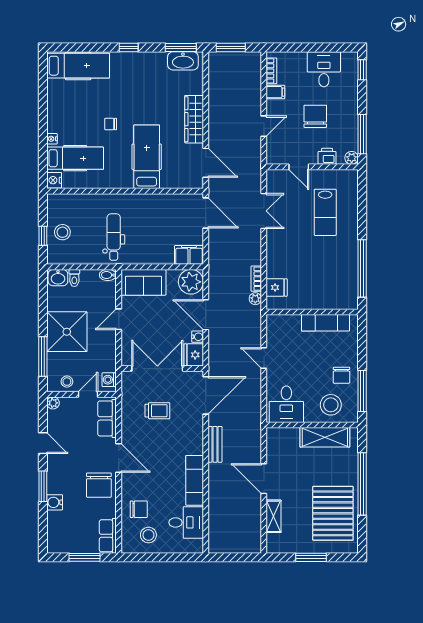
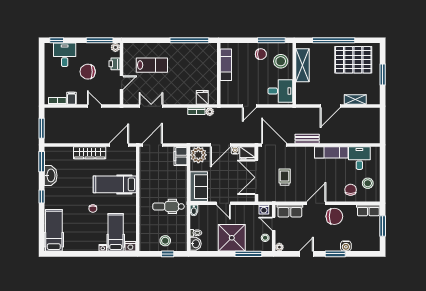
washbasin: (183, 61) -> (51, 175), moved
desk: (324, 69) -> (65, 55), moved, turned 90

